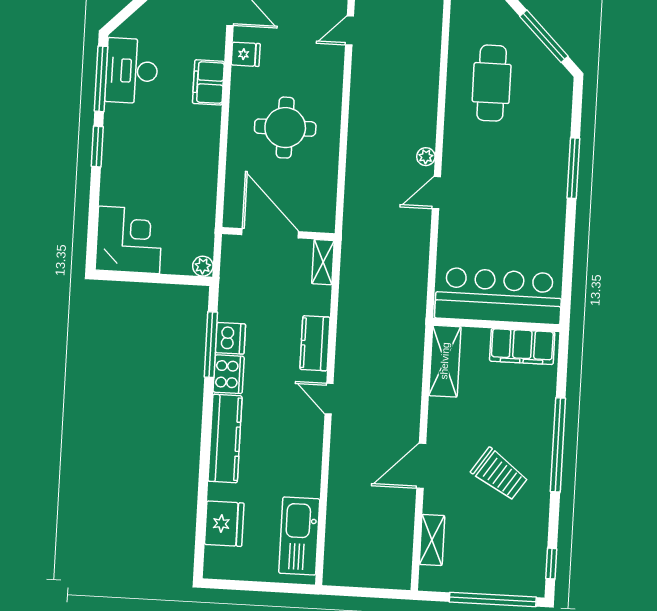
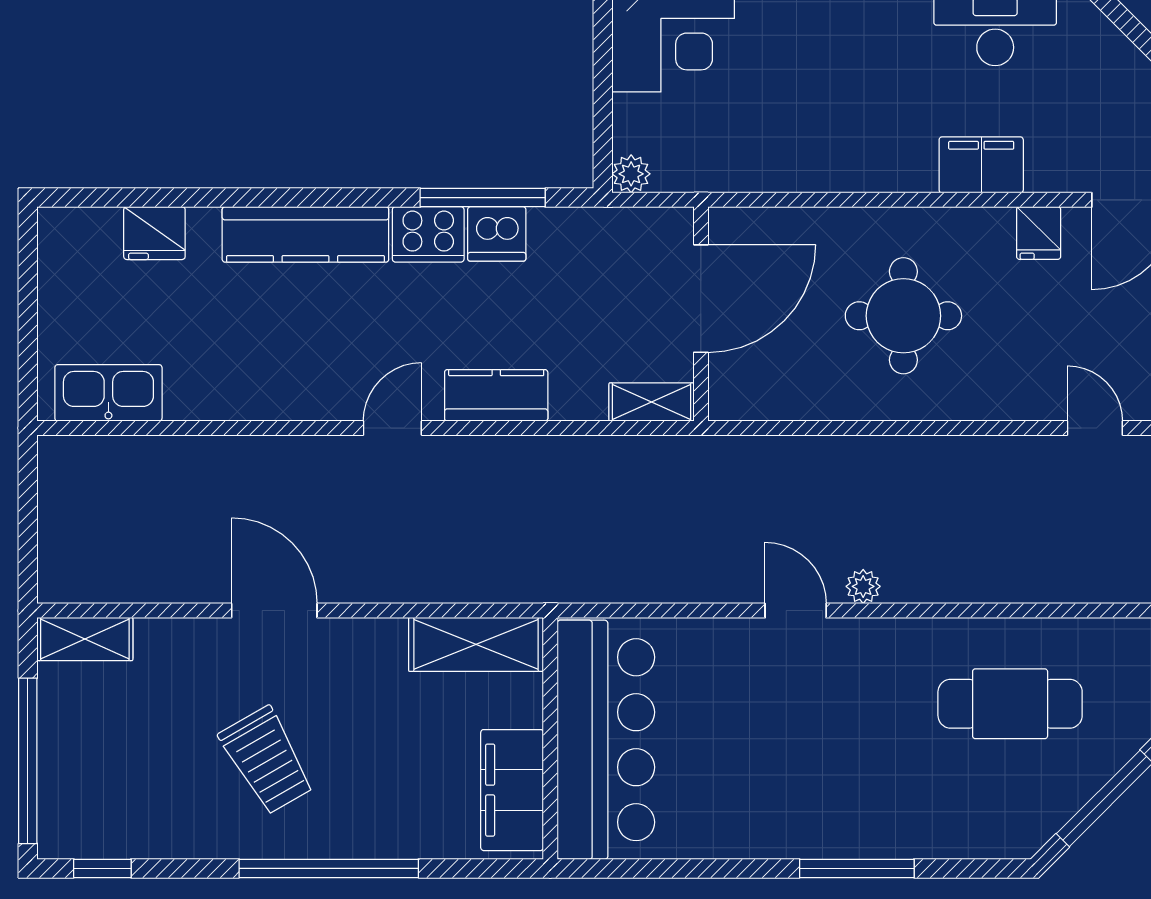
trolley: (499, 474) -> (267, 760), turned -64
fridge: (224, 524) -> (154, 233), width x0.73, depth x0.75
kitchen sink: (299, 536) -> (108, 393), width x0.73, depth x0.81
shelving: (432, 540) -> (85, 639), moved

